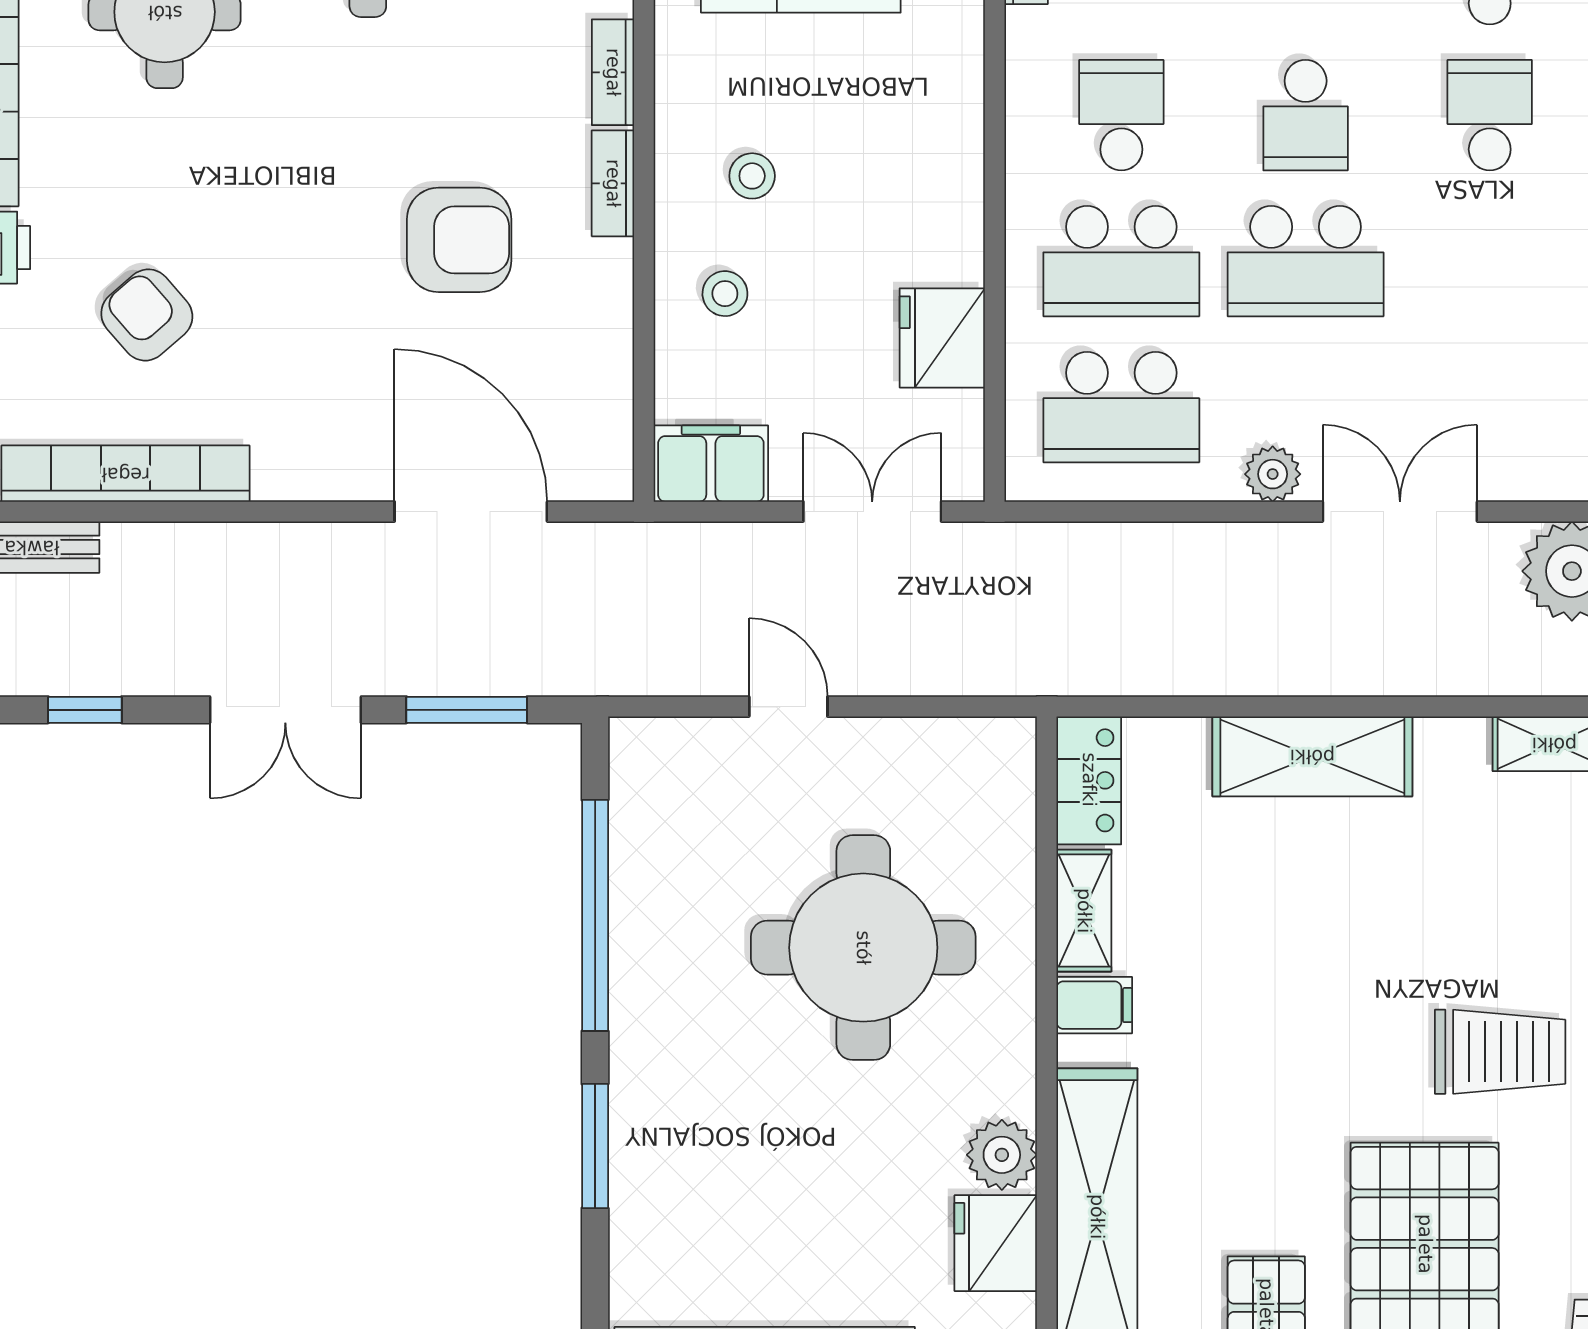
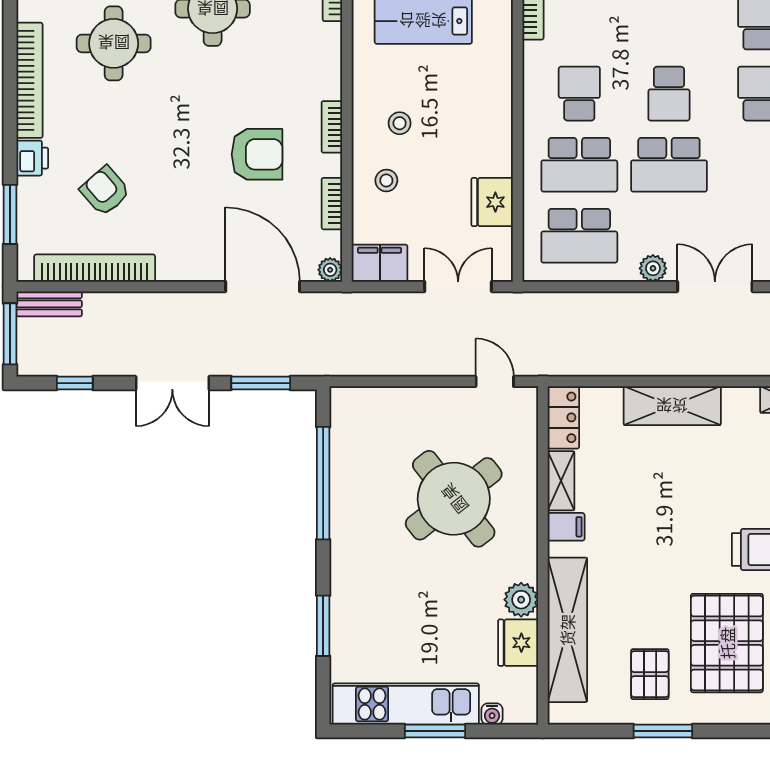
bookcase: (613, 72) -> (332, 204), moved
plant: (609, 477) -> (330, 270), added
door: (788, 707) -> (495, 381), moved
round table: (863, 948) -> (454, 499), turned -38
window: (595, 1146) -> (323, 626), moved

